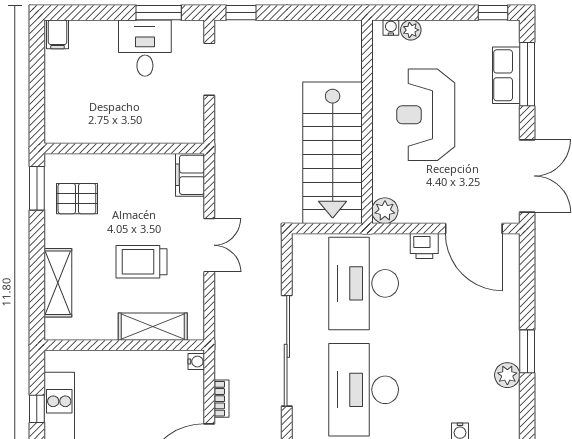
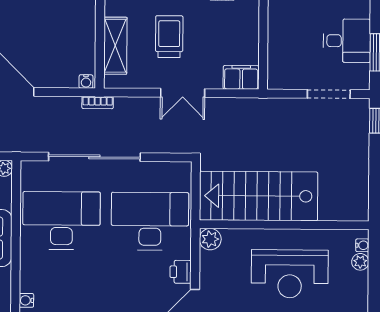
reception desk: (426, 115) -> (290, 274), turned 180
bookcase: (221, 399) -> (98, 103), moved

